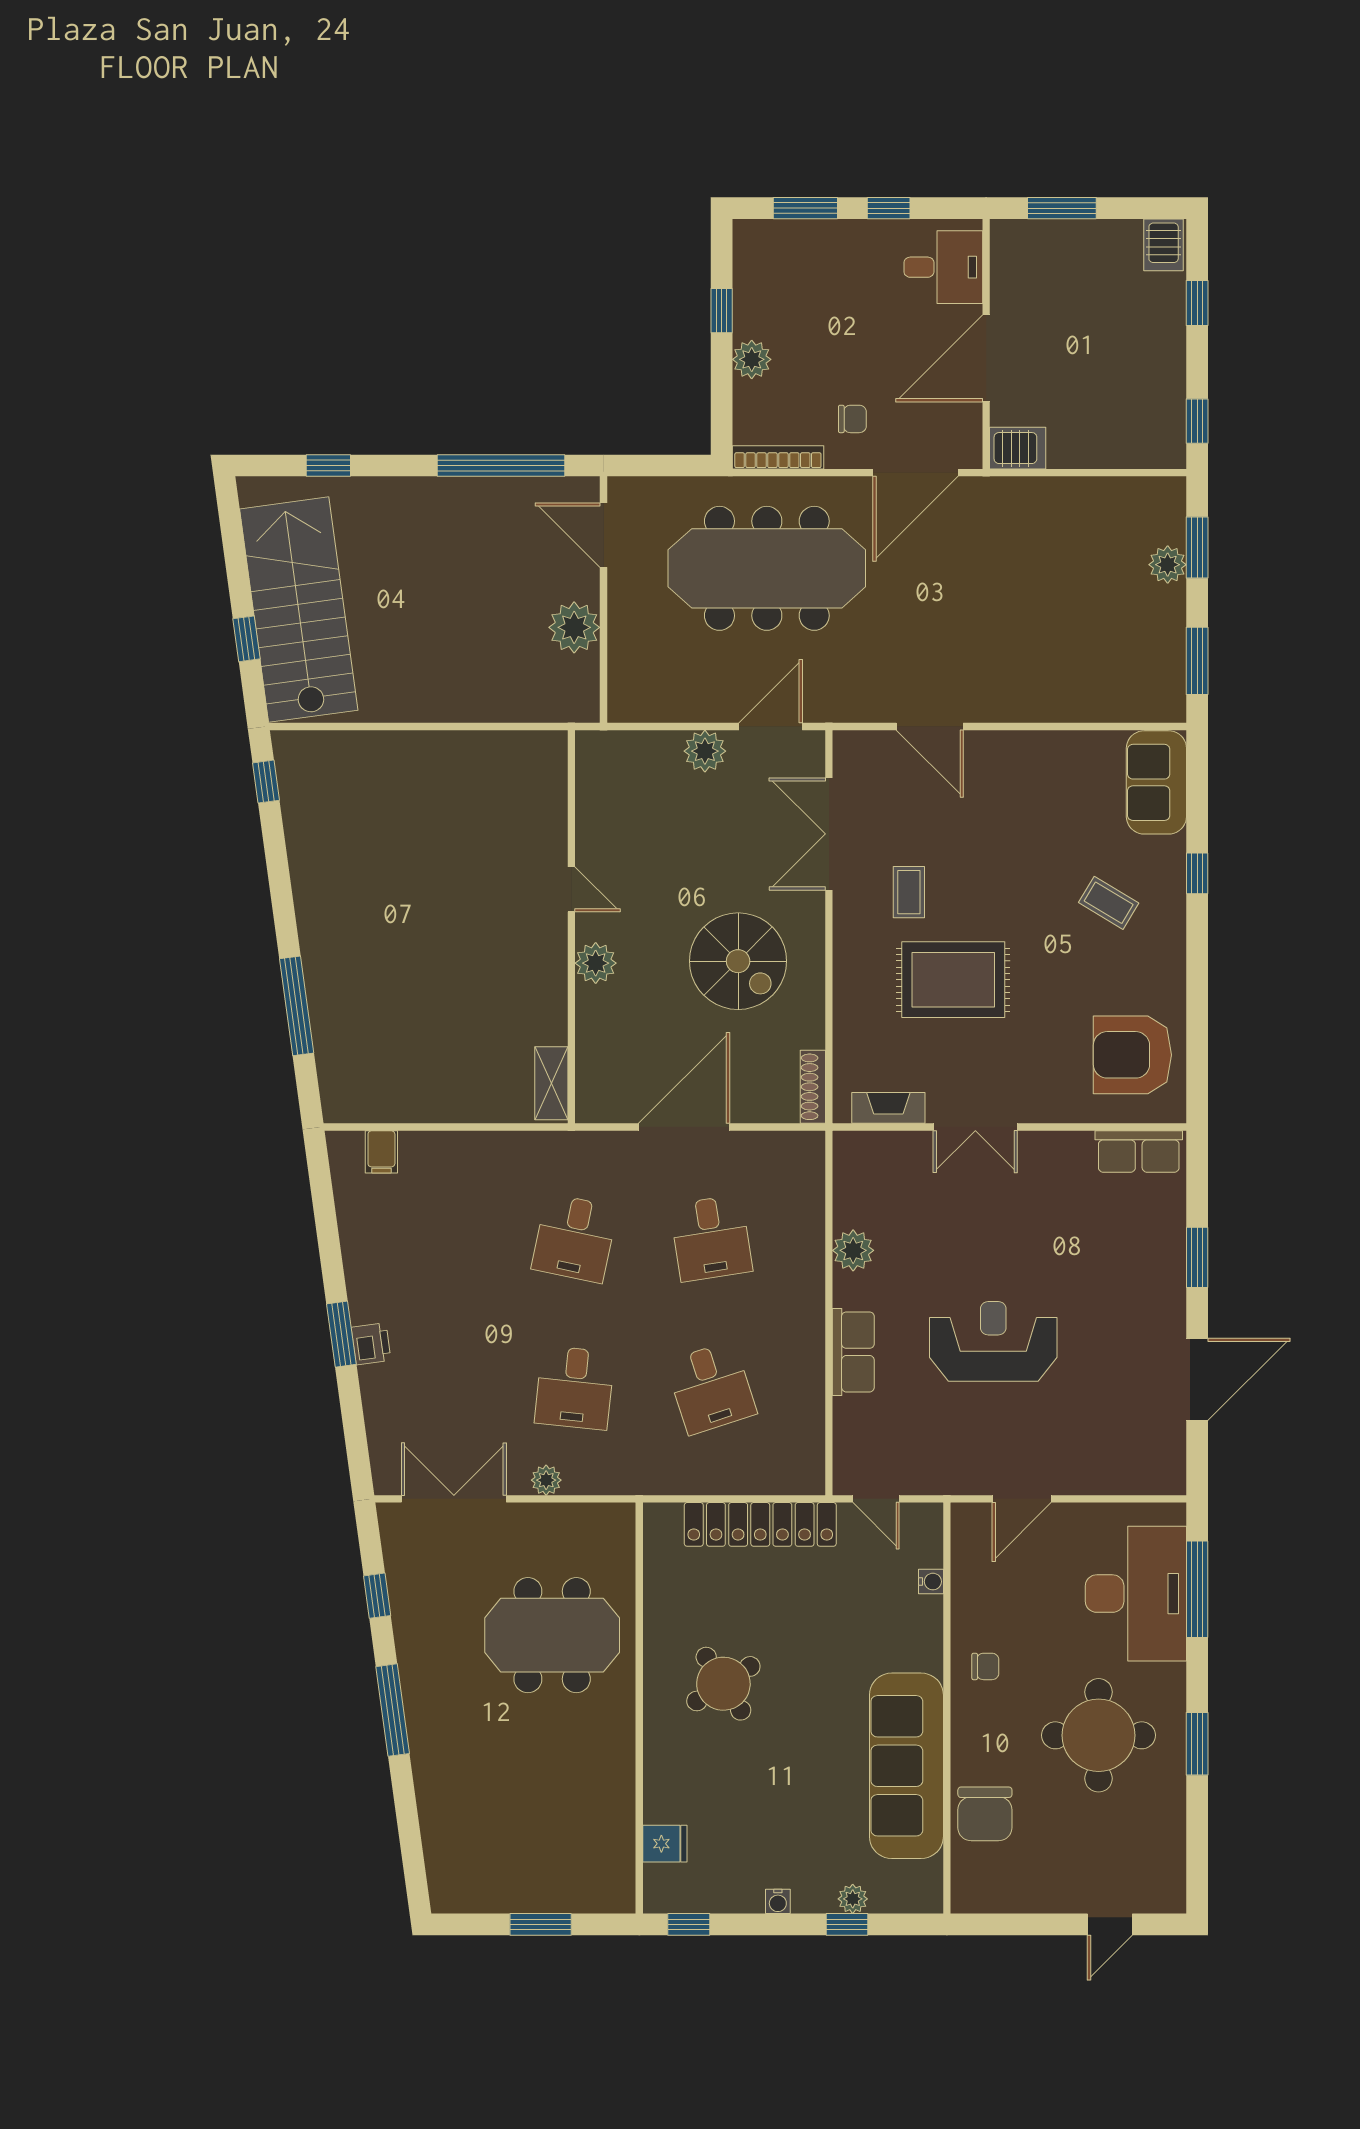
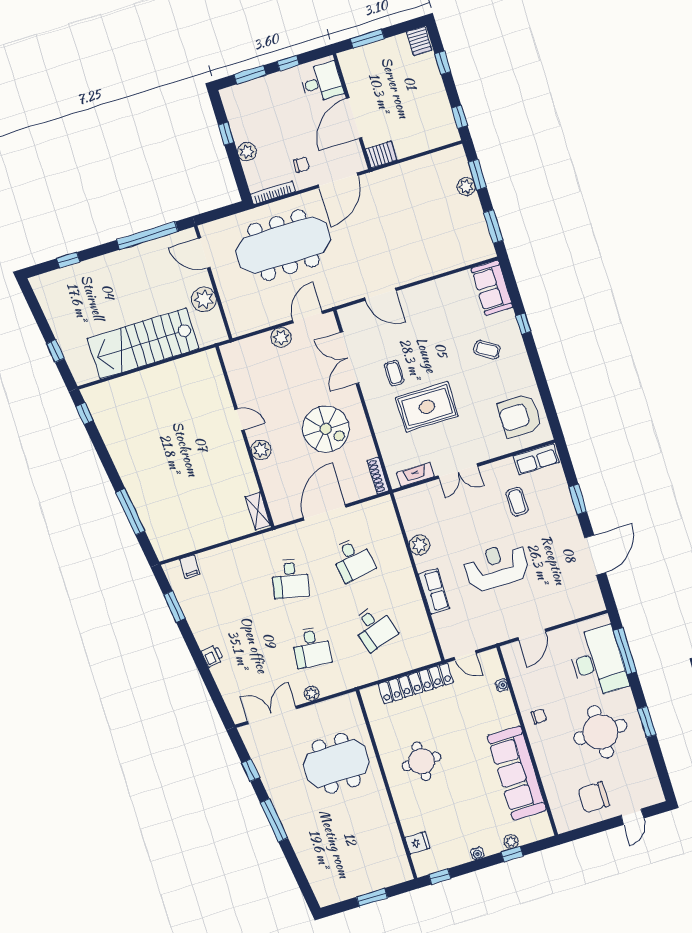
stairs: (299, 610) -> (143, 344), moved, turned -82
coffee table: (1074, 1225) -> (517, 502), added
window: (341, 1334) -> (174, 607), moved
round table: (723, 1684) -> (422, 761), turned 33
chair: (985, 1814) -> (594, 797), moved, turned 90

